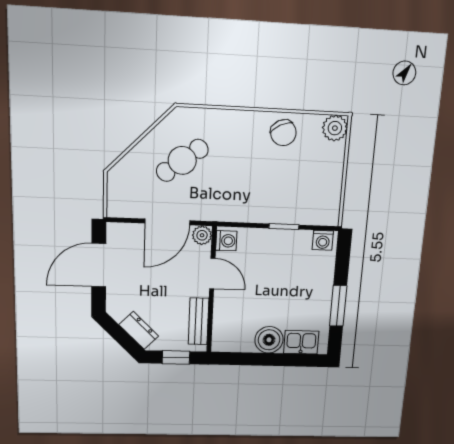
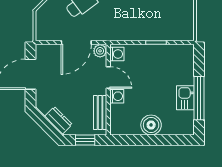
washing machine: (323, 240) -> (117, 96), moved, turned -90
window: (338, 306) -> (199, 98), width x1.44
kitchen sink: (301, 342) -> (185, 98), moved, turned -90

